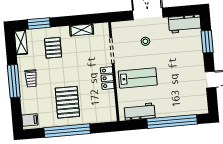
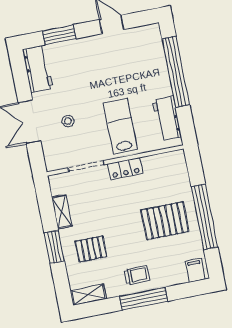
window: (39, 23) -> (54, 247), moved

